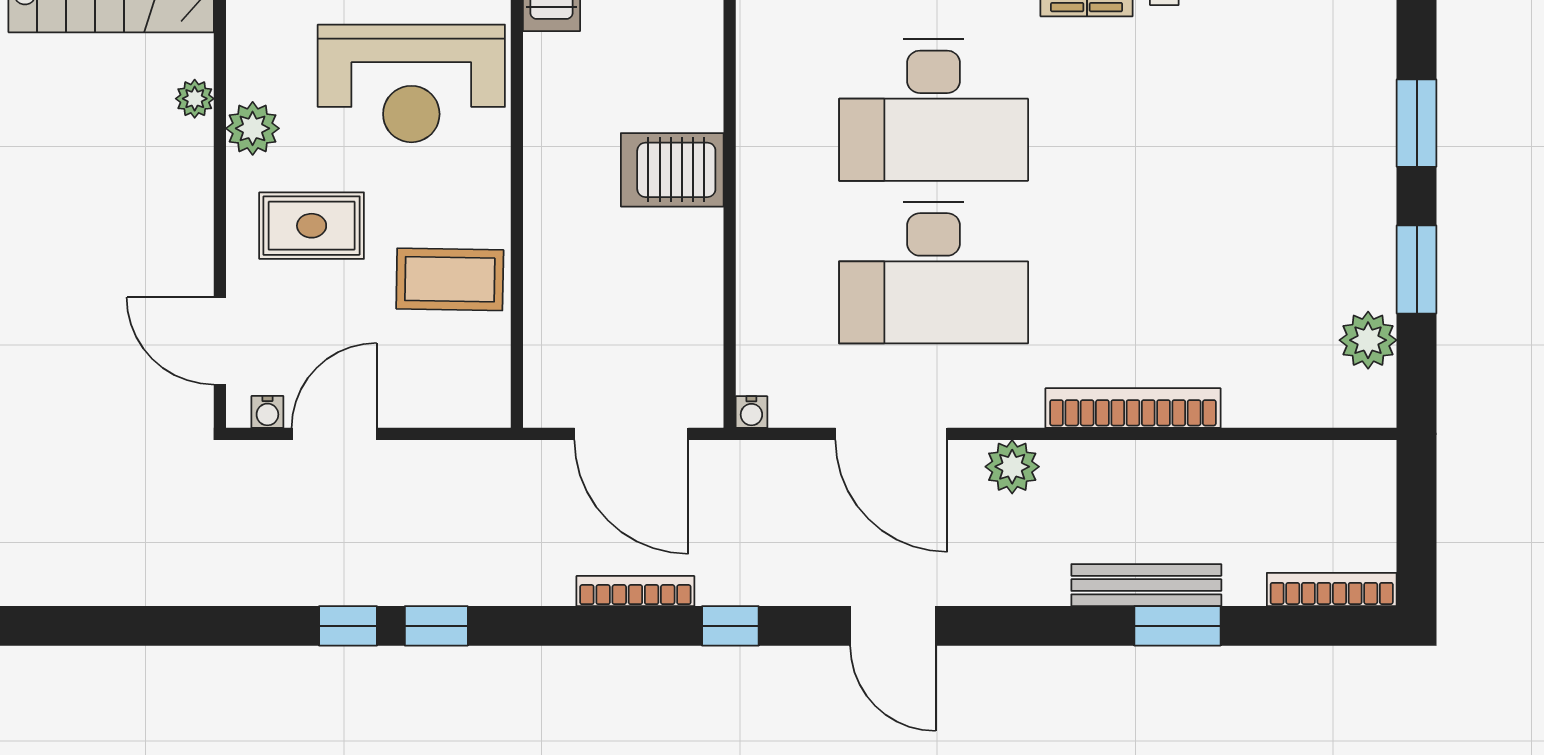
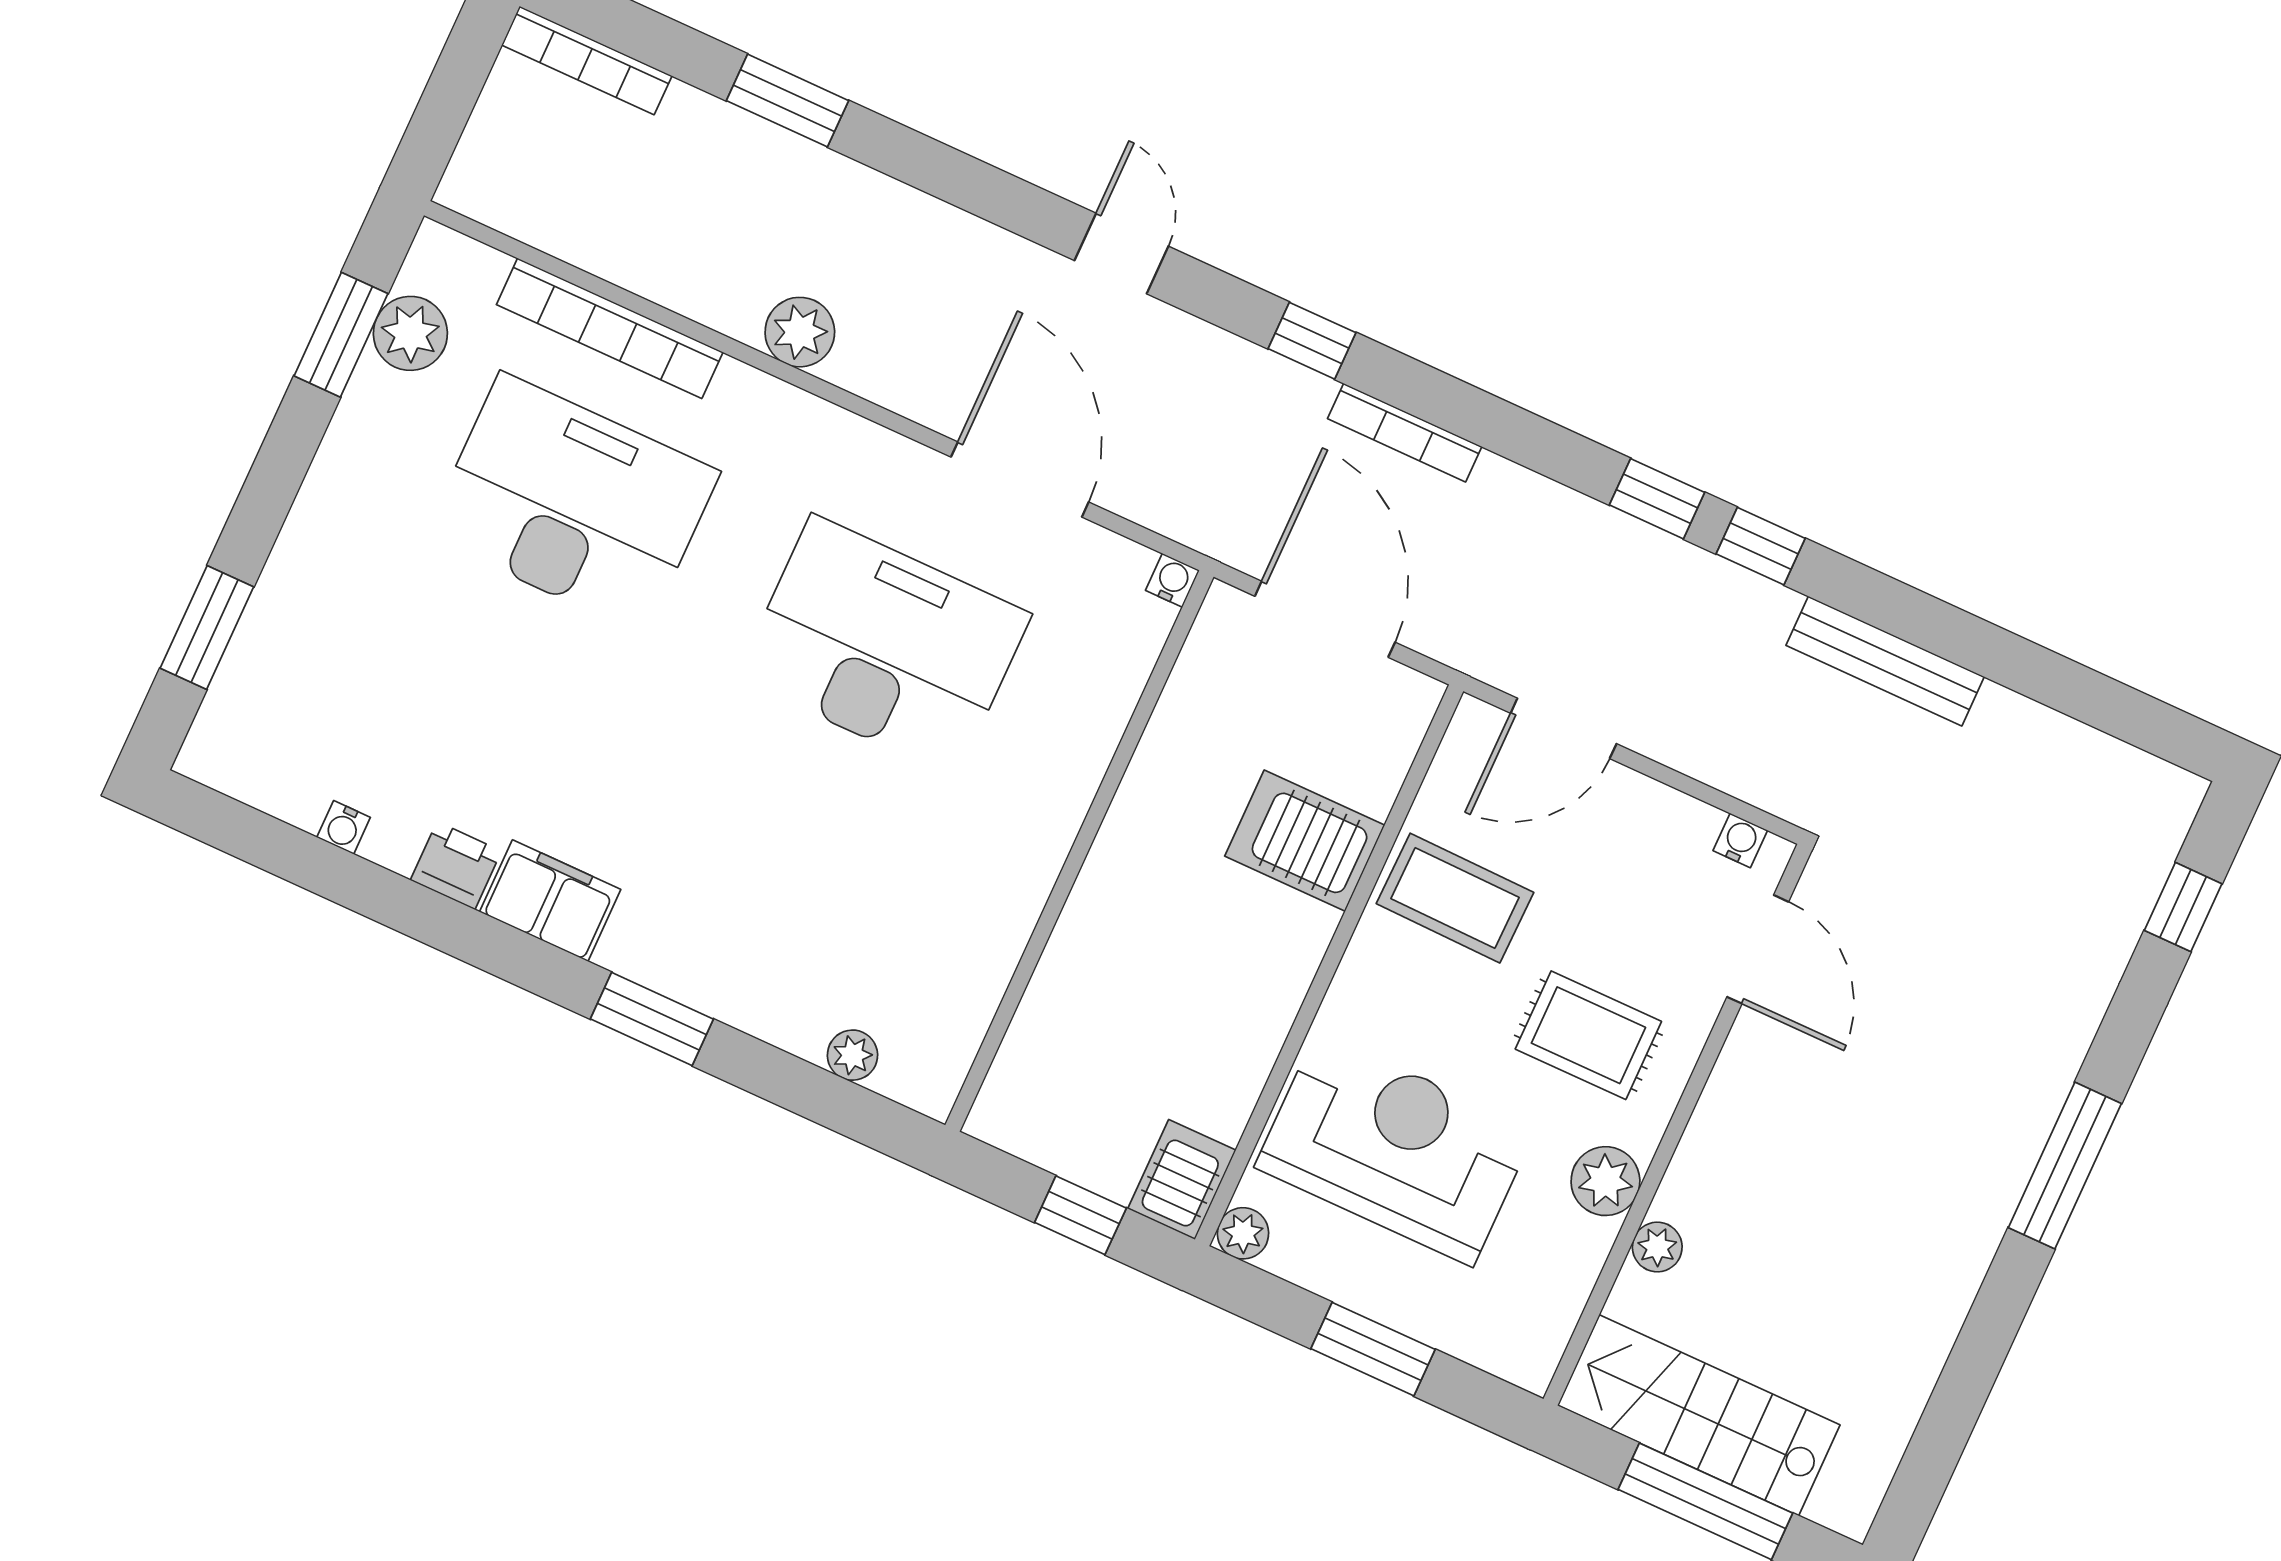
desk: (934, 110) -> (573, 504), moved
window: (1417, 123) -> (207, 627), moved
server rack: (672, 170) -> (1305, 841), moved, turned 180
window: (1417, 269) -> (341, 335), moved
bookcase: (1133, 408) -> (610, 328), moved
door: (334, 434) -> (1564, 728), moved
plant: (1012, 467) -> (800, 332), moved
bench: (1146, 585) -> (1885, 661), moved
door: (893, 626) -> (1121, 253), width x0.73

